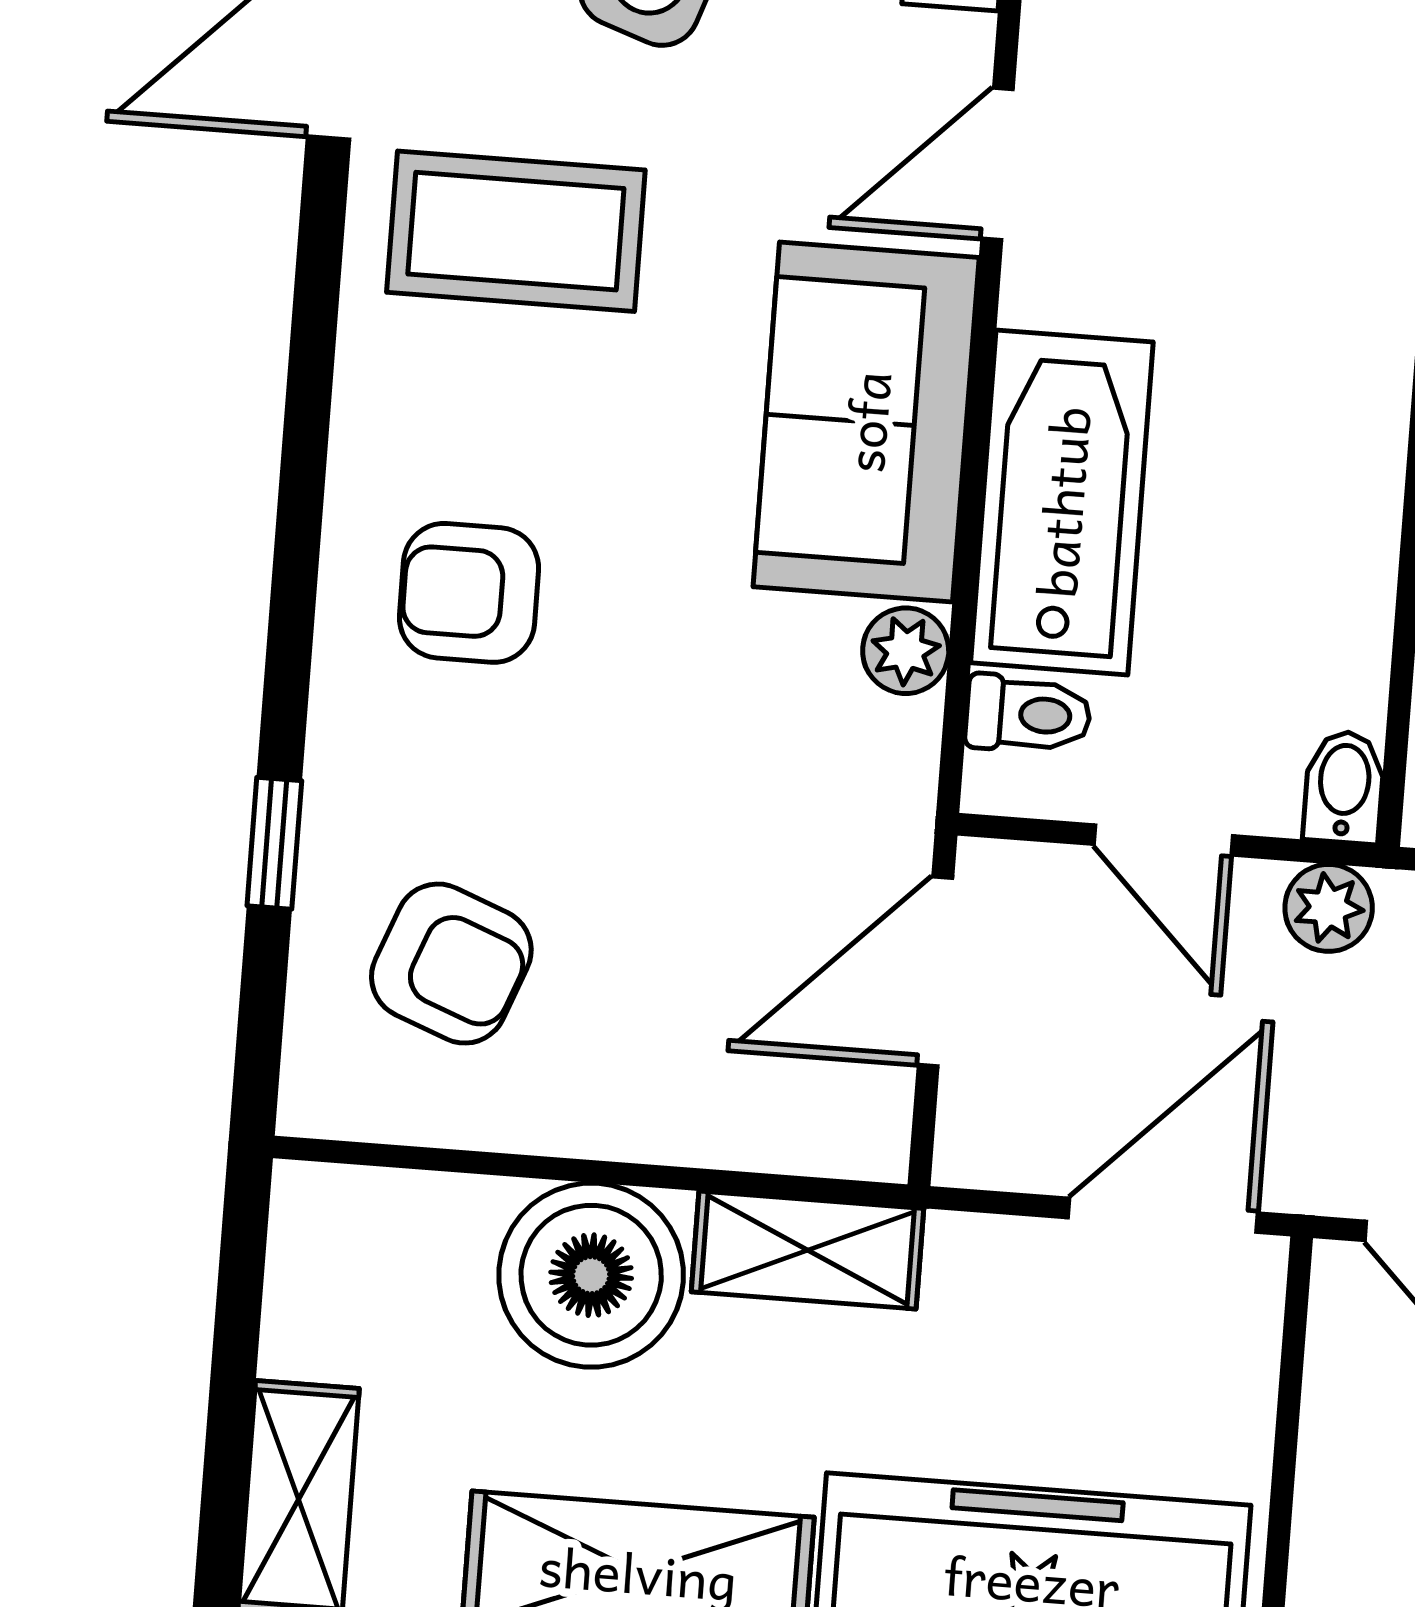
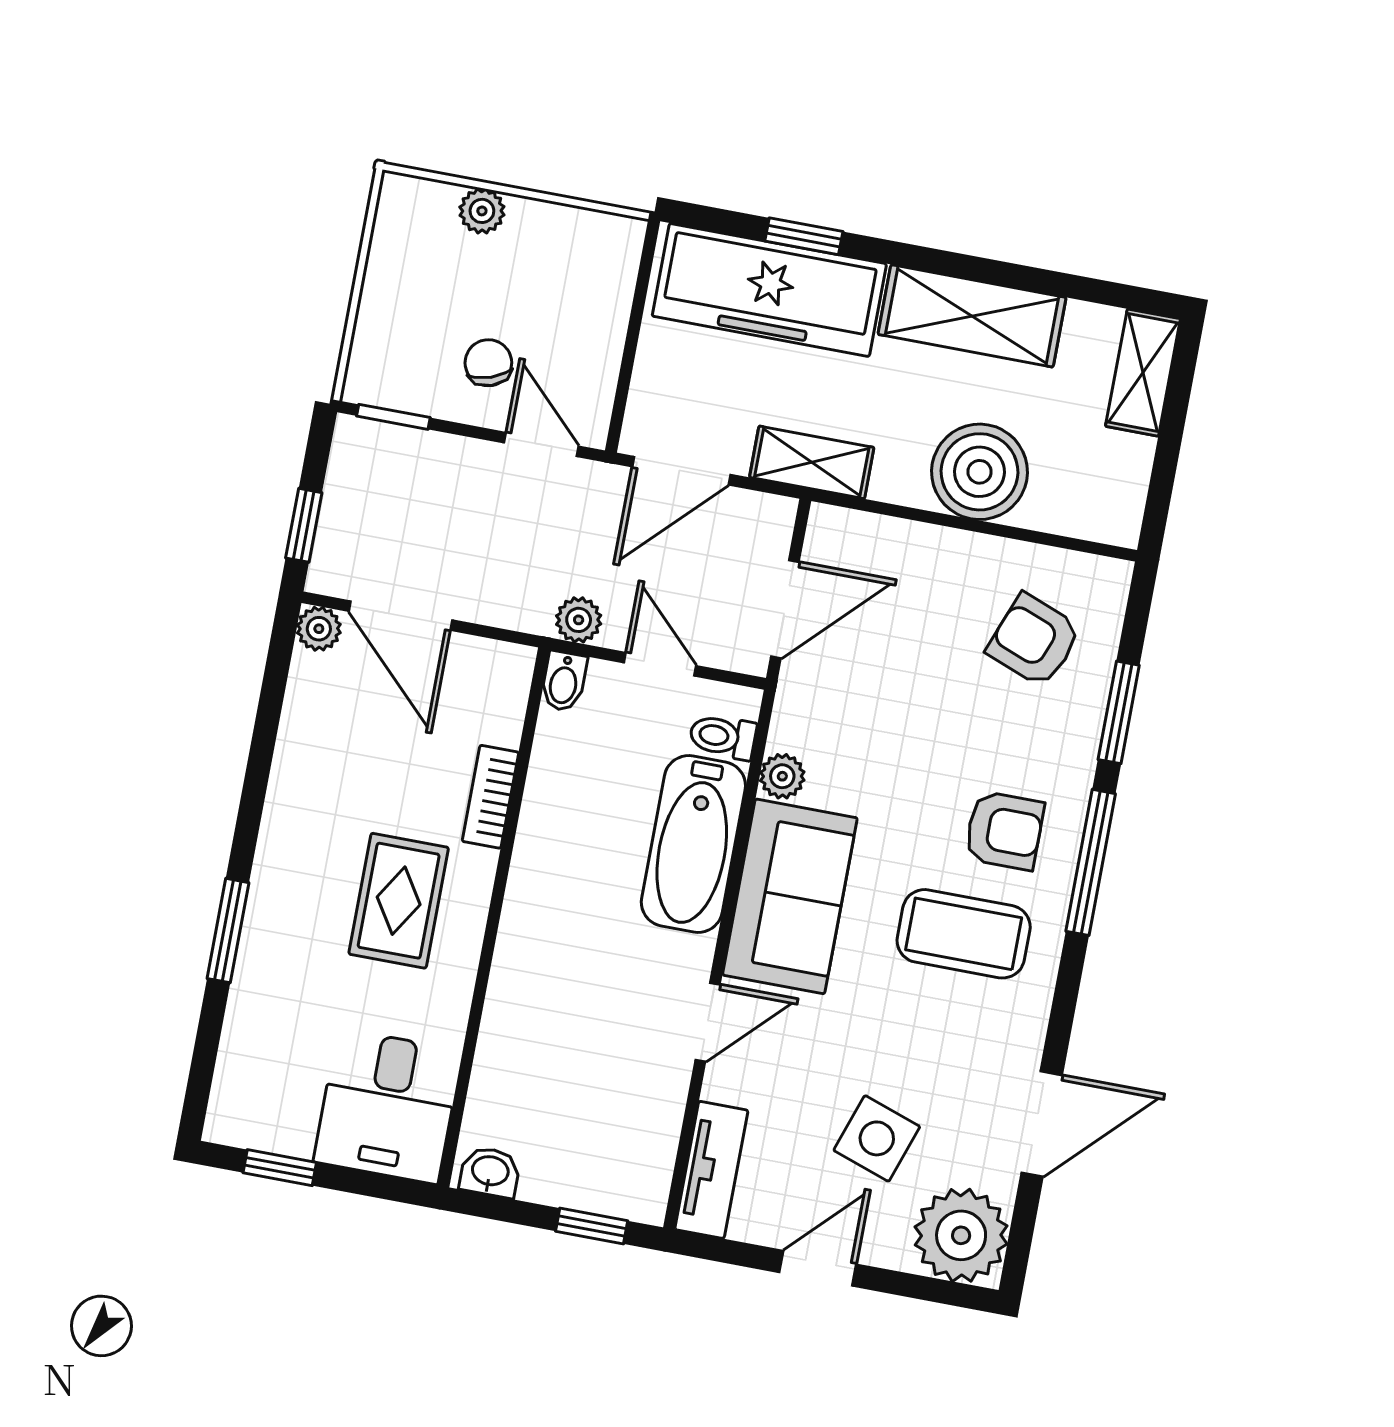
coffee table: (516, 231) -> (964, 934), moved
window: (297, 550) -> (1091, 862), added
window: (274, 843) -> (1119, 712), width x1.50
shelving: (808, 1250) -> (812, 462), moved

